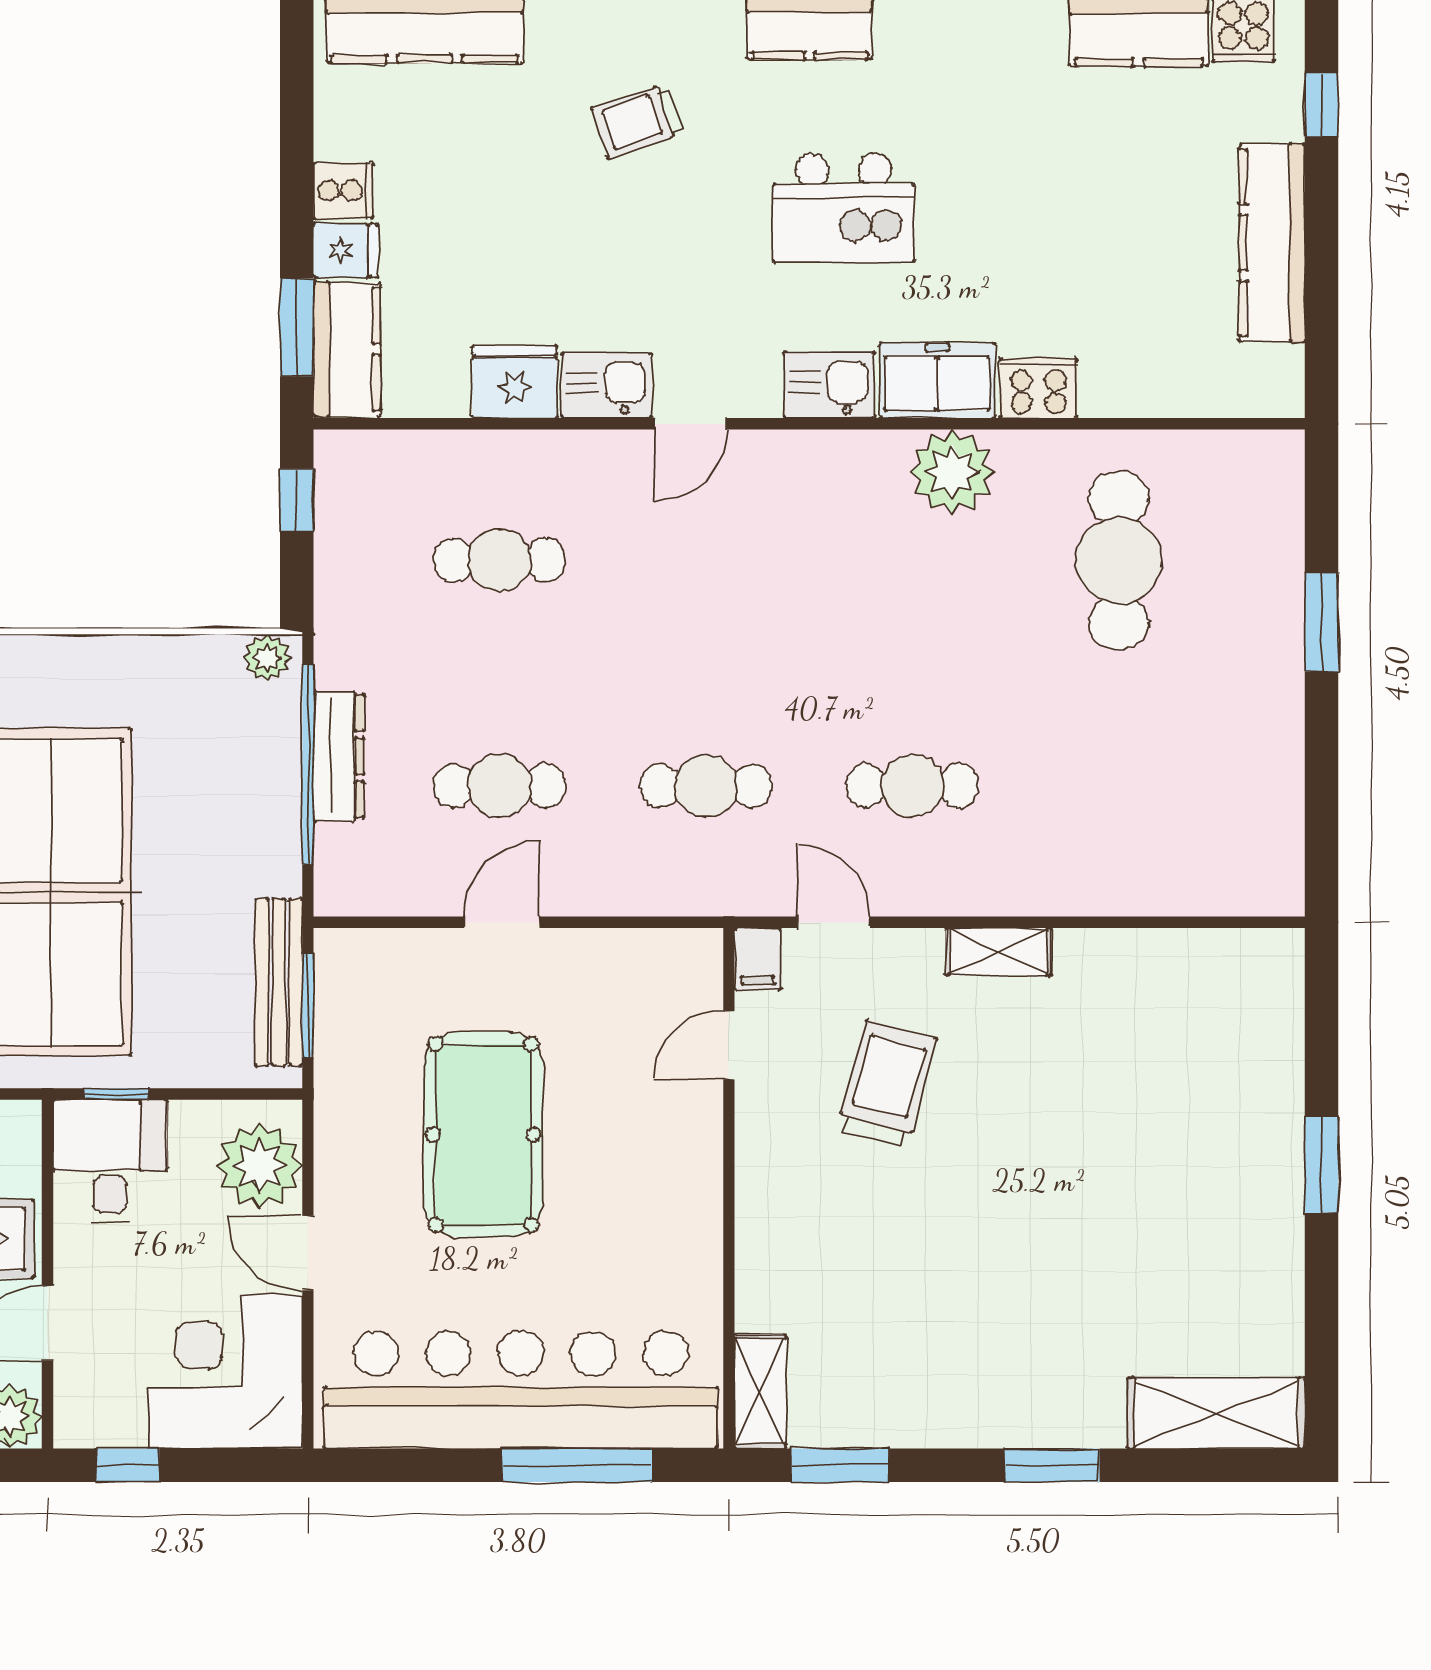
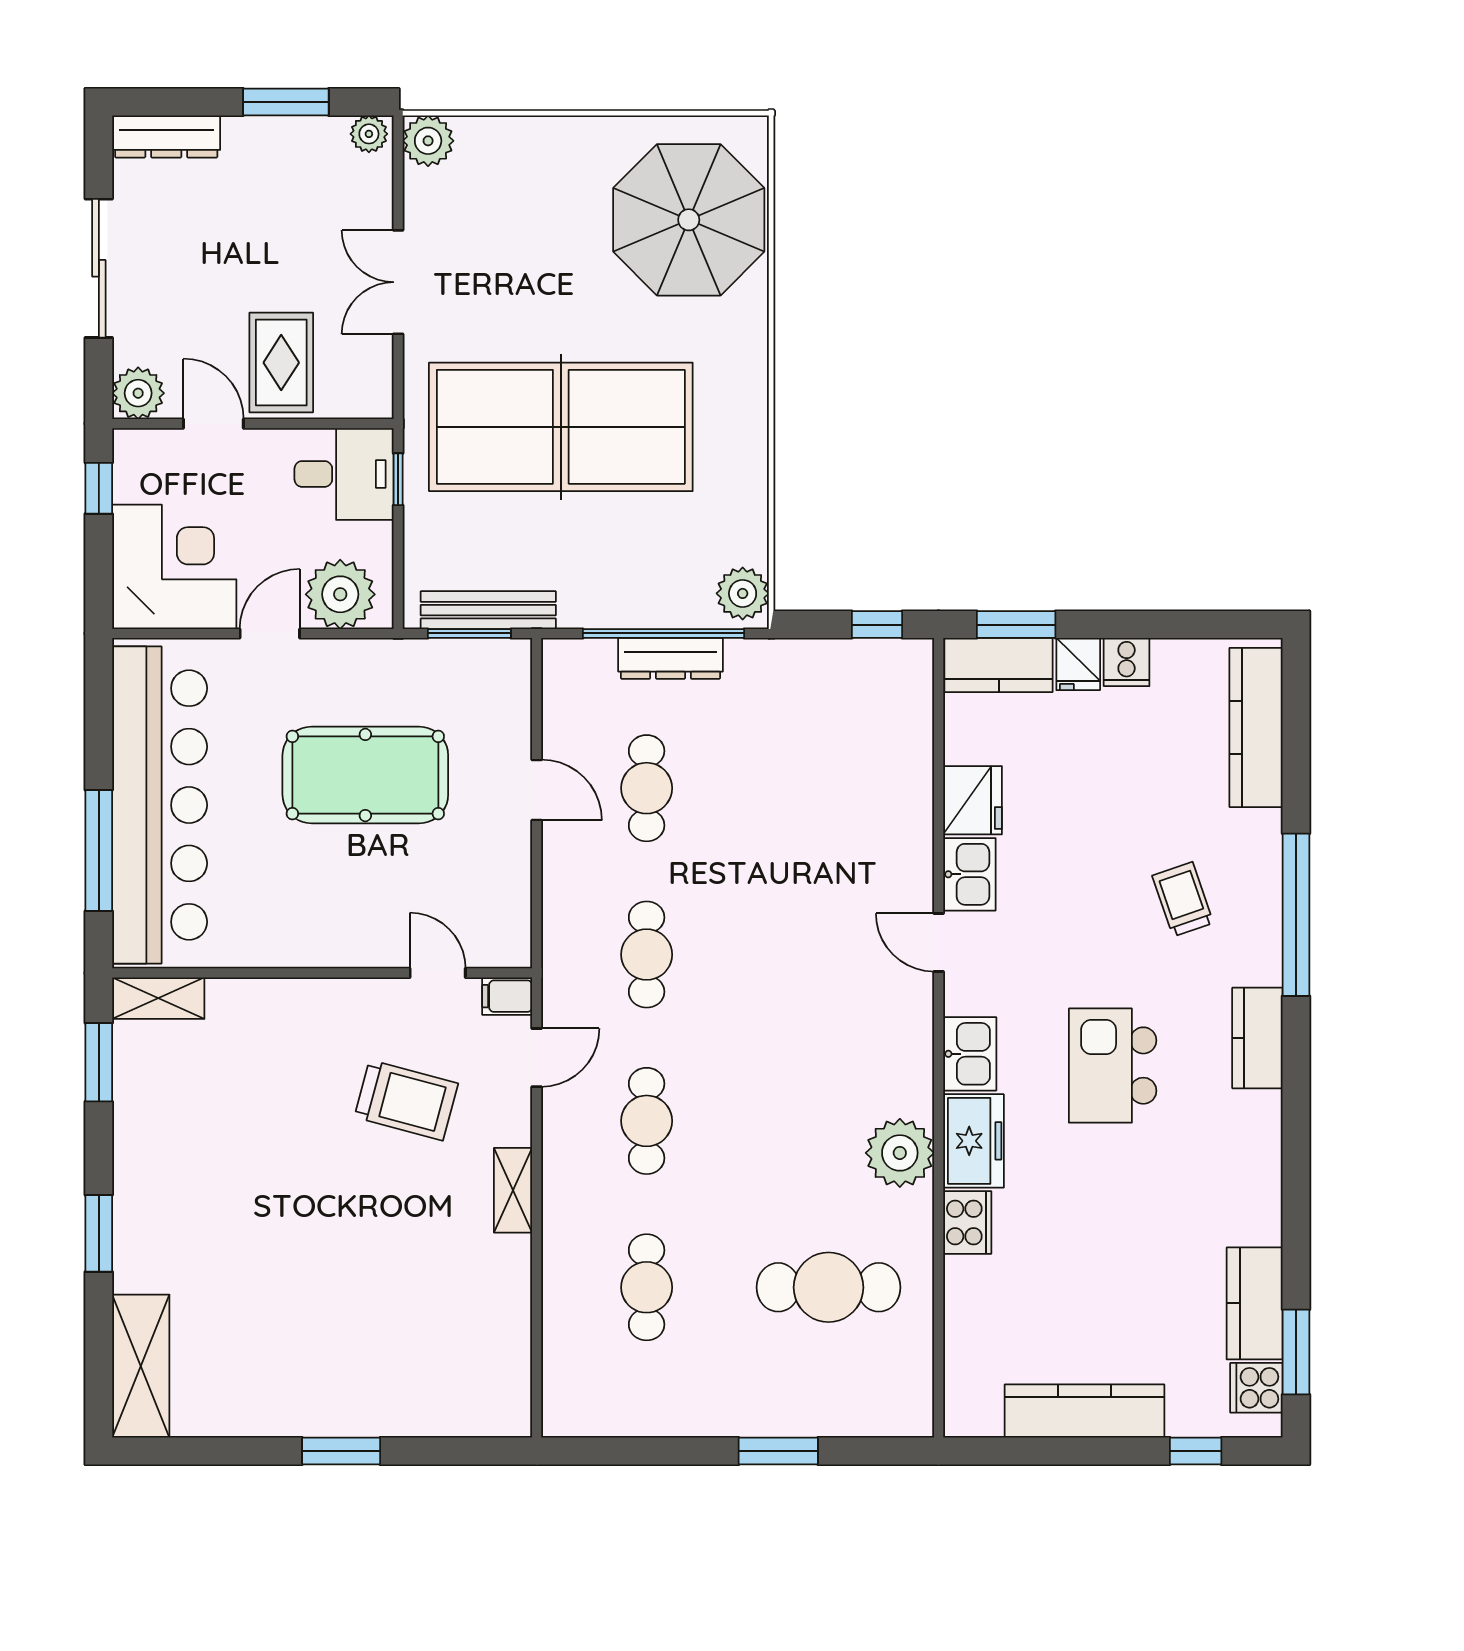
cafe table: (500, 560) -> (647, 1287), moved
plant: (267, 658) -> (743, 593), width x1.38, depth x1.38

